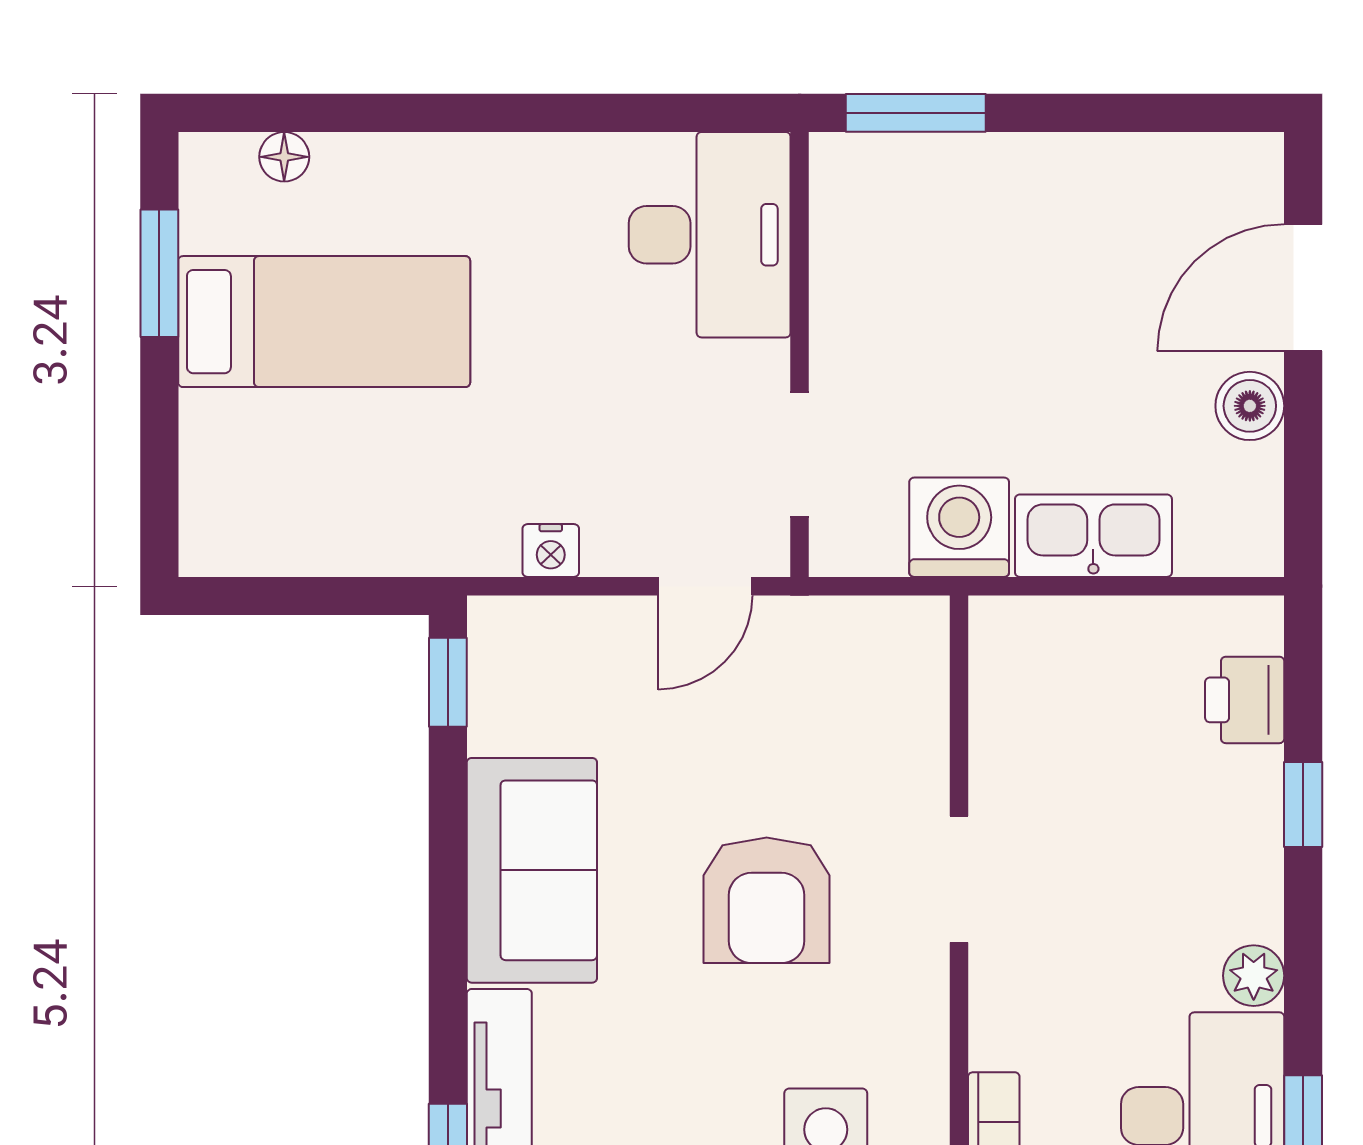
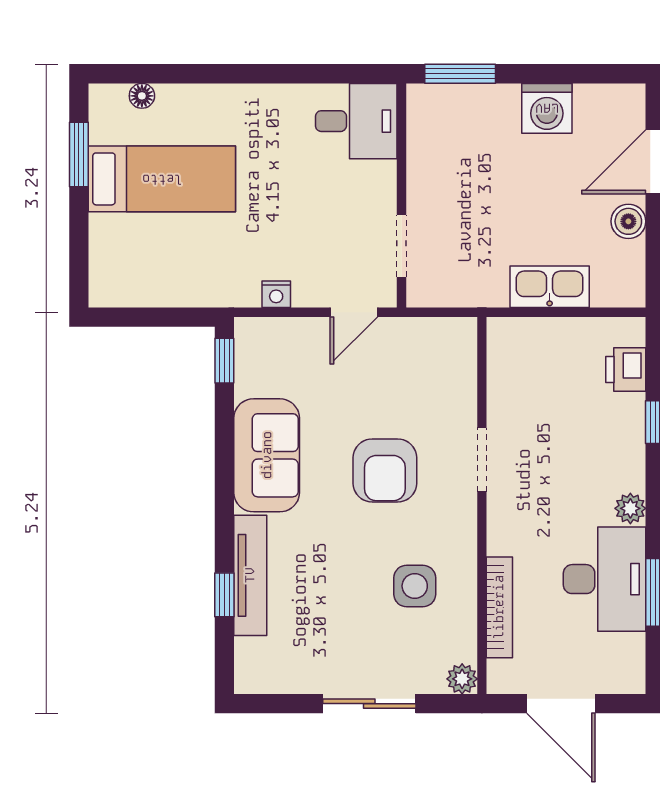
desk: (710, 235) -> (356, 121), width x0.73
washing machine: (959, 527) -> (547, 108), moved, turned 180

